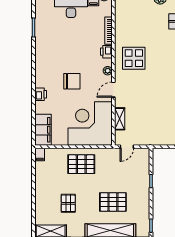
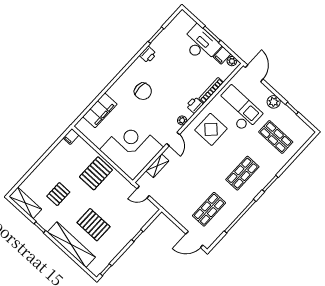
checkout: (140, 26) -> (238, 109), added
chair: (72, 81) -> (143, 91), moved
door: (113, 90) -> (173, 139), swing flipped
printer: (41, 94) -> (148, 55), moved
filing cabinet: (43, 130) -> (100, 110), moved
pallet: (81, 164) -> (96, 173), turned 90

